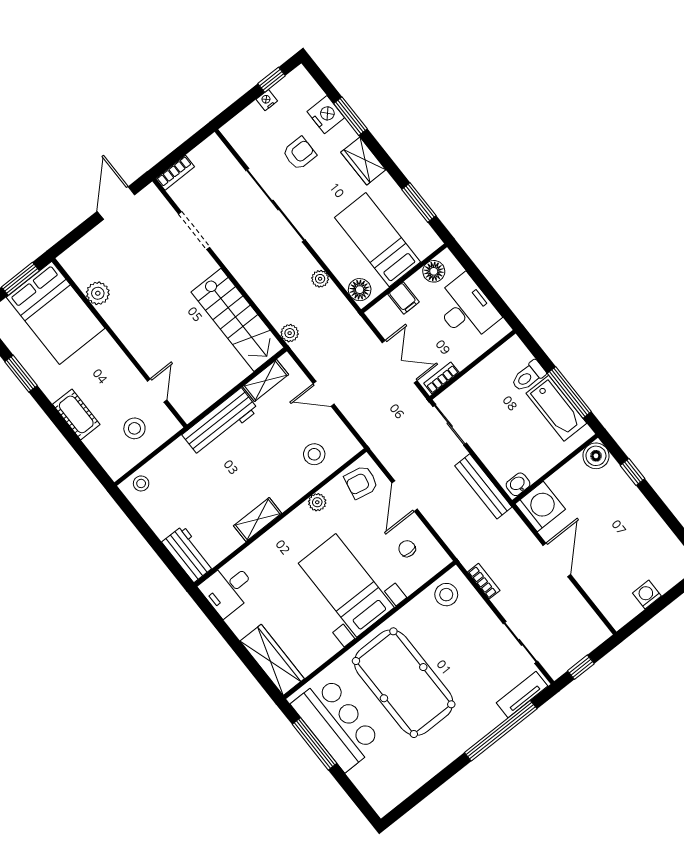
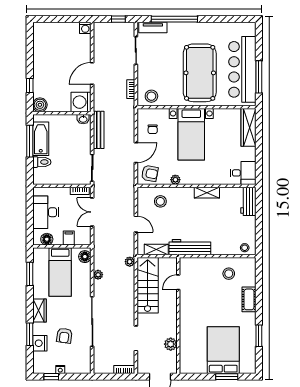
armchair: (299, 153) -> (64, 336), turned -82
plant: (98, 293) -> (171, 344), moved
wall: (119, 343) -> (178, 315), moved
door: (157, 390) -> (178, 282), moved
washing machine: (647, 595) -> (85, 28), moved
bar counter: (337, 723) -> (242, 69), width x1.36

